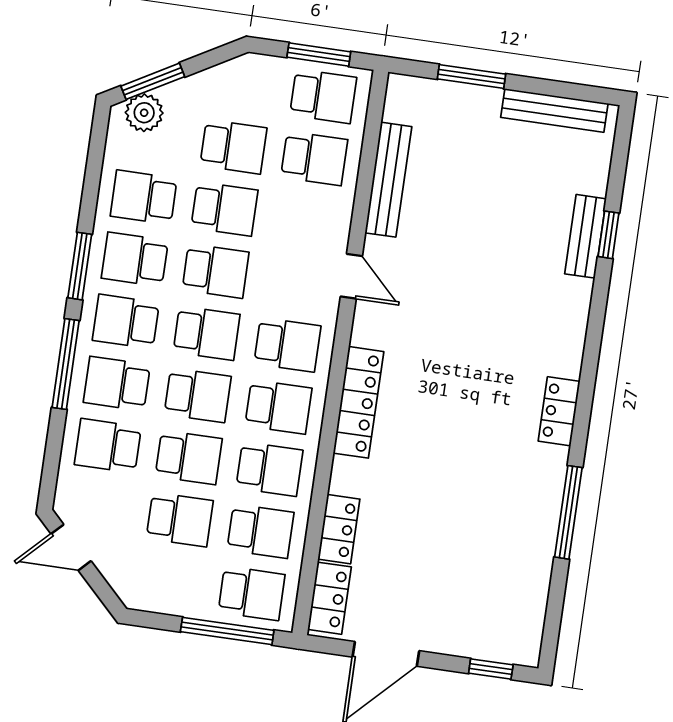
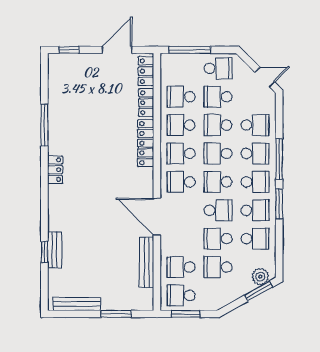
school desk: (216, 271) -> (218, 210), turned 180
door: (351, 276) -> (157, 217), width x1.87
locker: (358, 402) -> (146, 143), moved
school desk: (252, 593) -> (218, 68), moved, turned 180

